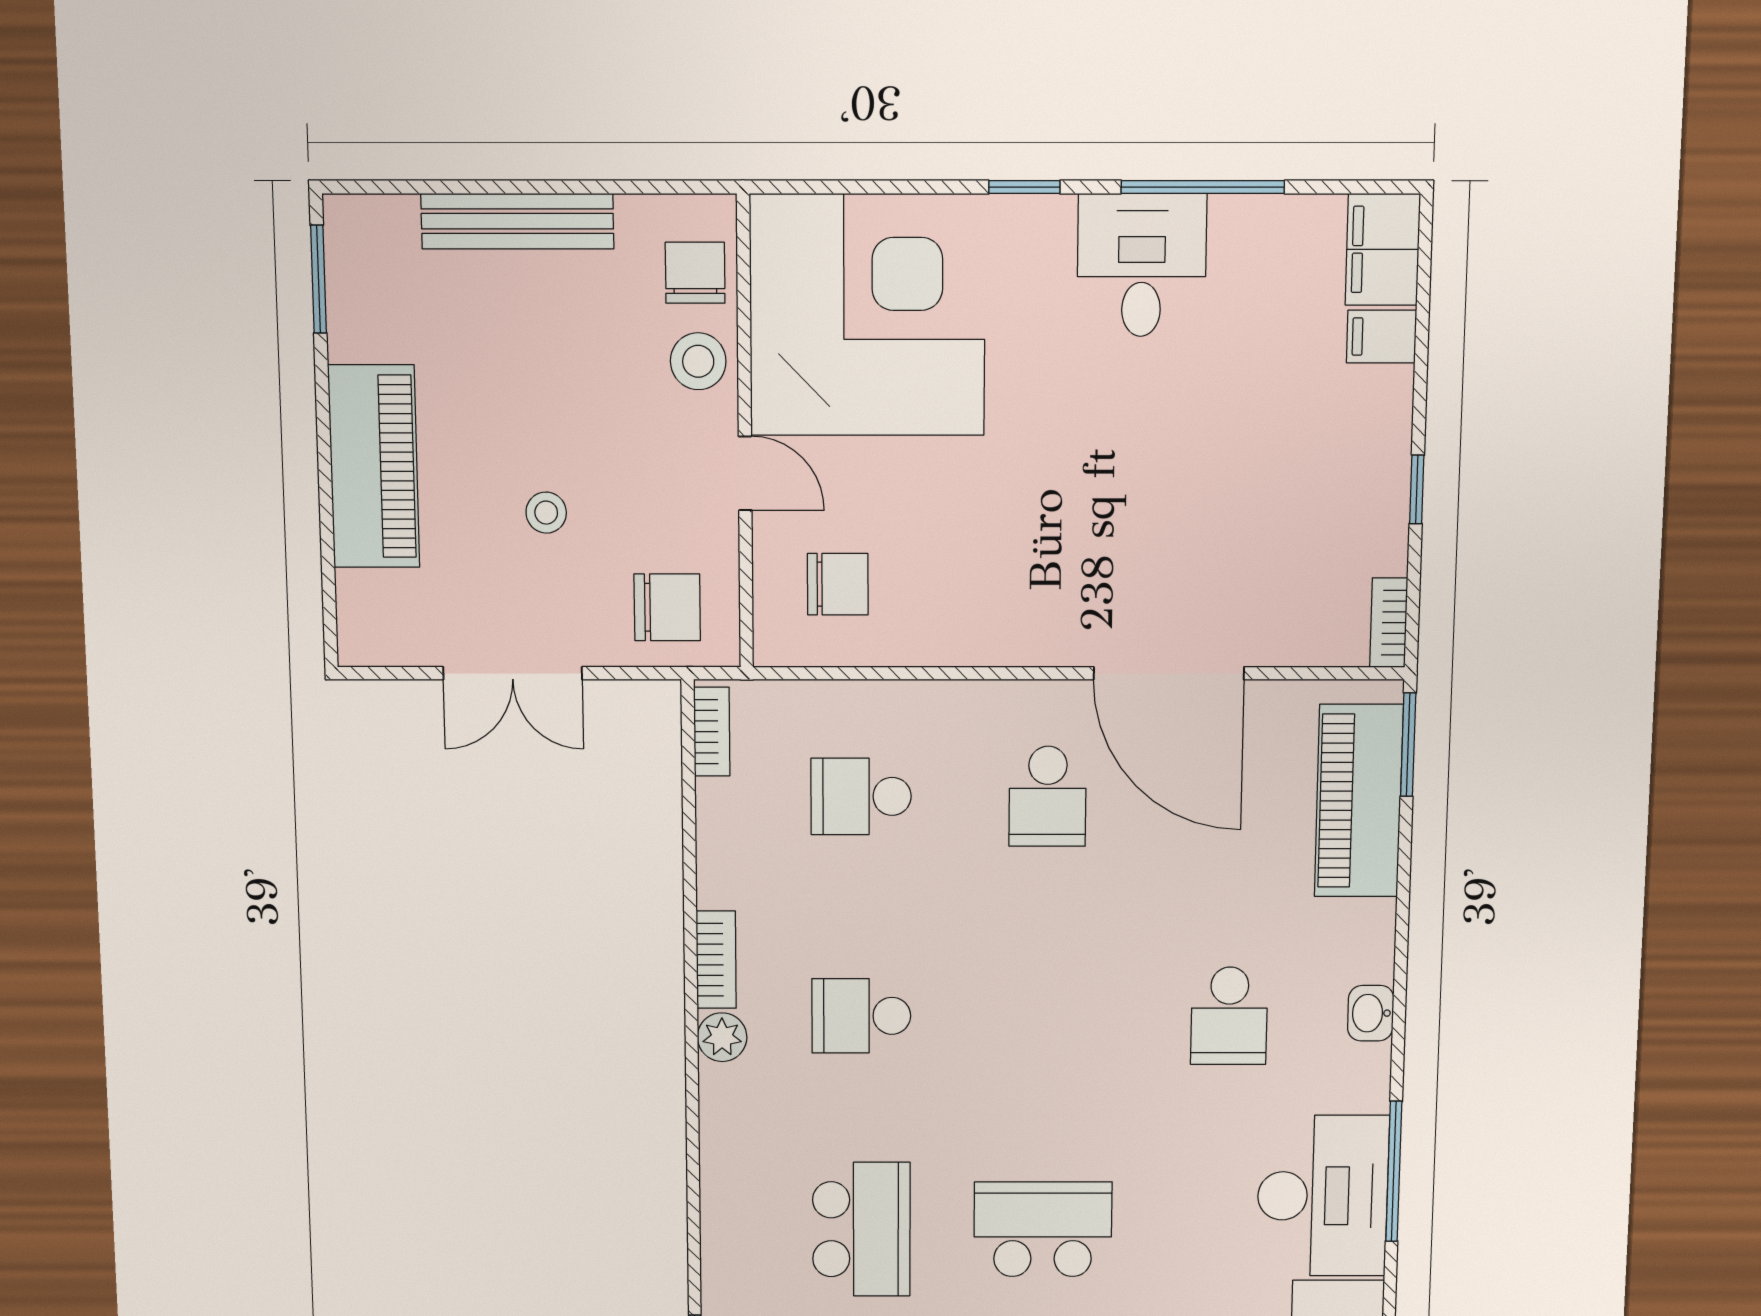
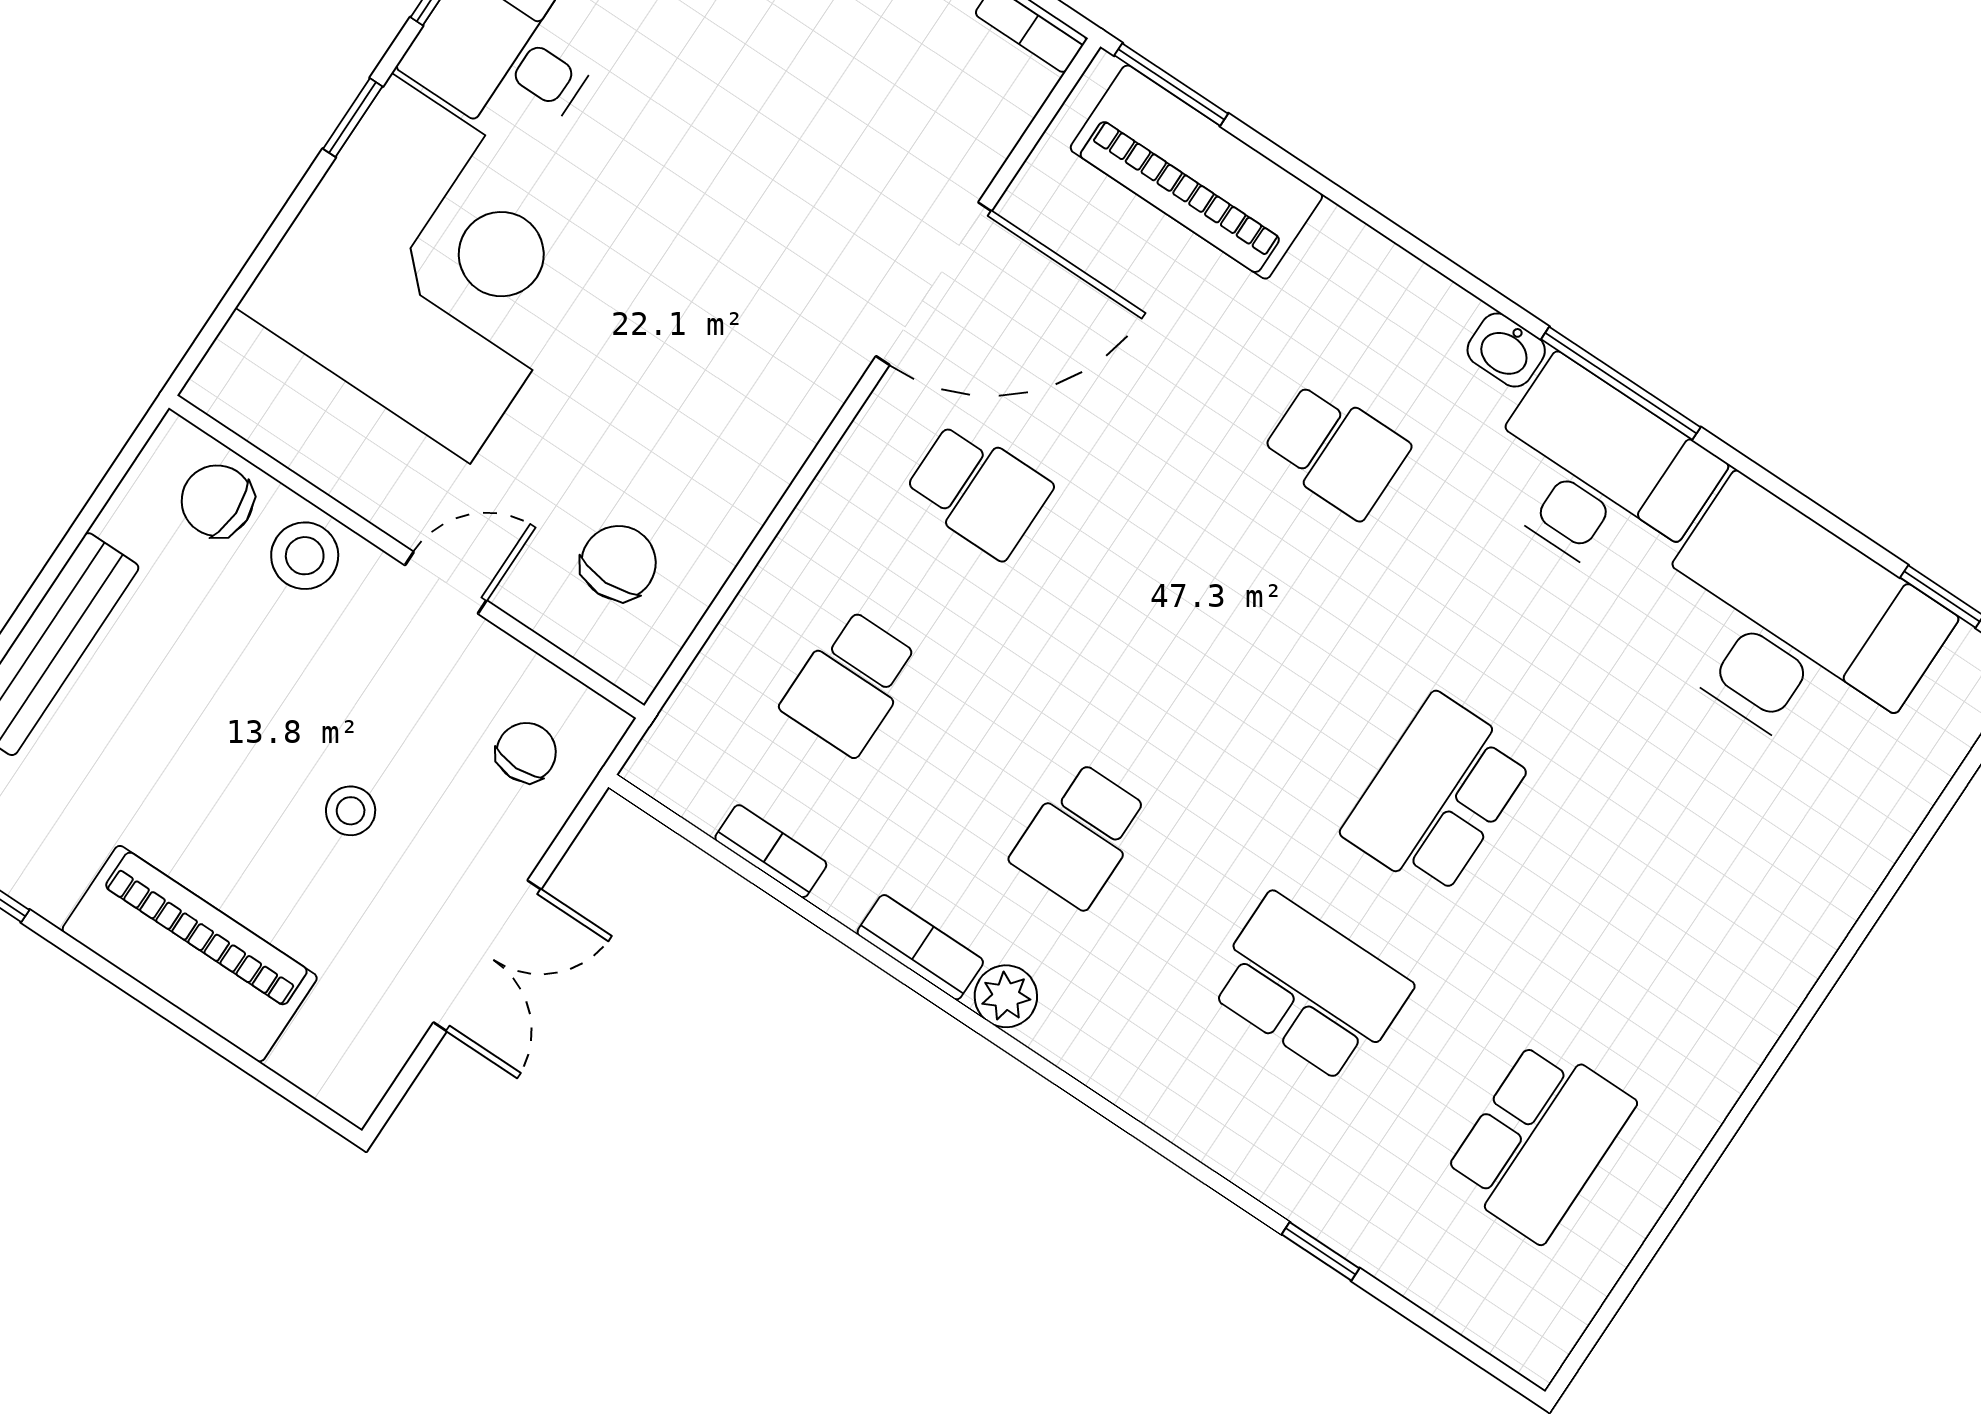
corner desk: (867, 315) -> (431, 268), moved, turned 90
chair: (667, 607) -> (526, 752), width x0.73, depth x0.73
bookcase: (712, 732) -> (771, 851), moved
washbasin: (1371, 1013) -> (1506, 350), moved

